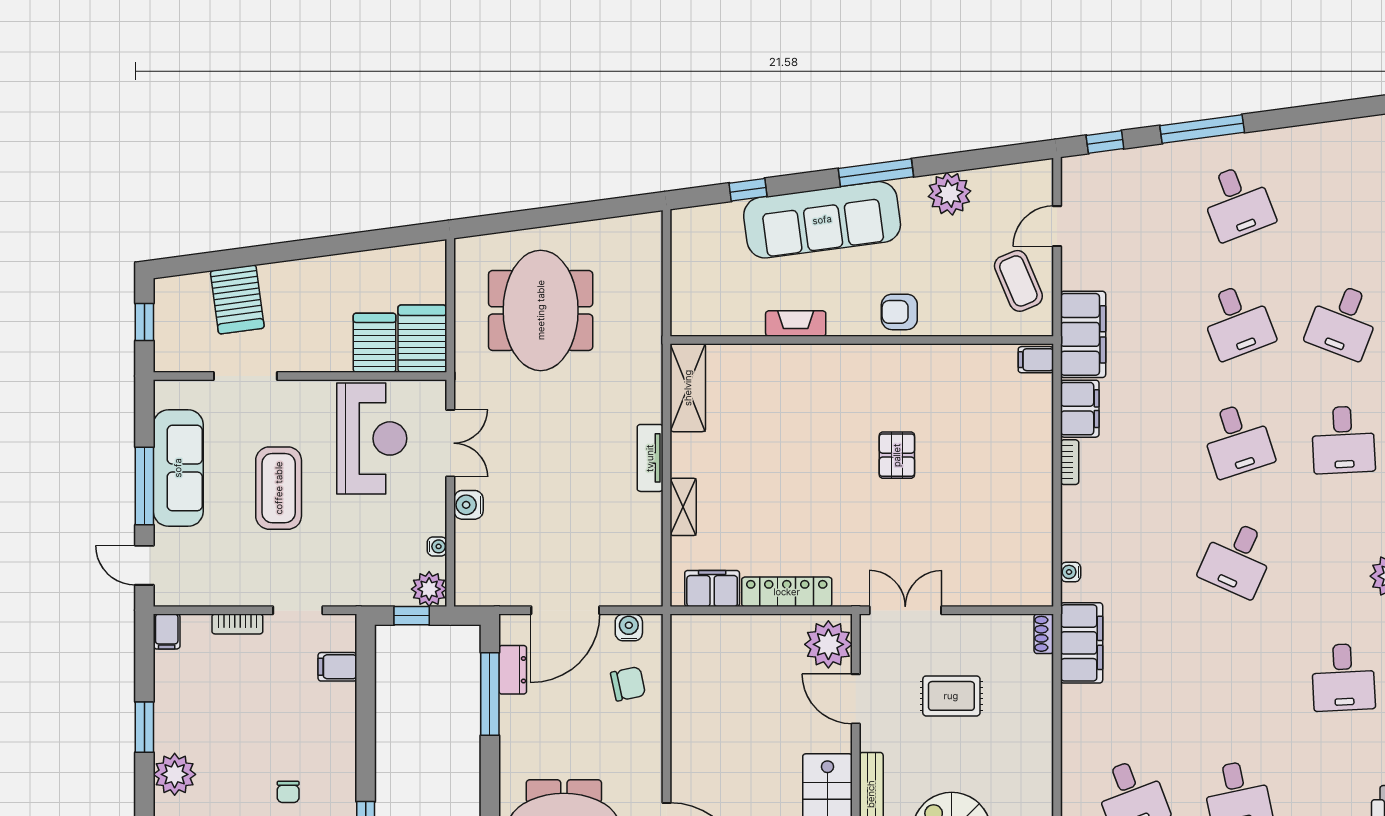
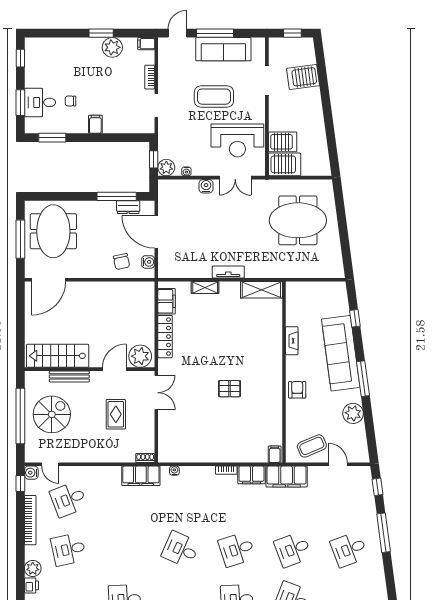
filing cabinet: (337, 667) -> (95, 124), moved
plant: (175, 774) -> (112, 47), moved

